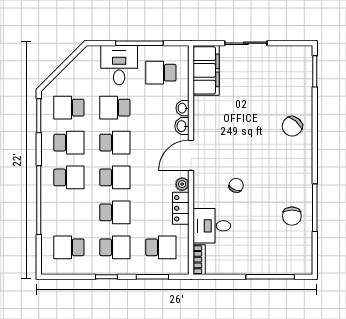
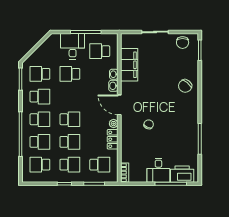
filing cabinet: (206, 70) -> (129, 65), moved
school desk: (115, 143) -> (40, 142), moved
door: (191, 155) -> (119, 105), hinge flipped
chair: (292, 216) -> (183, 43), moved
desk: (212, 226) -> (158, 170), moved, turned -90
printer: (288, 262) -> (182, 174), added

